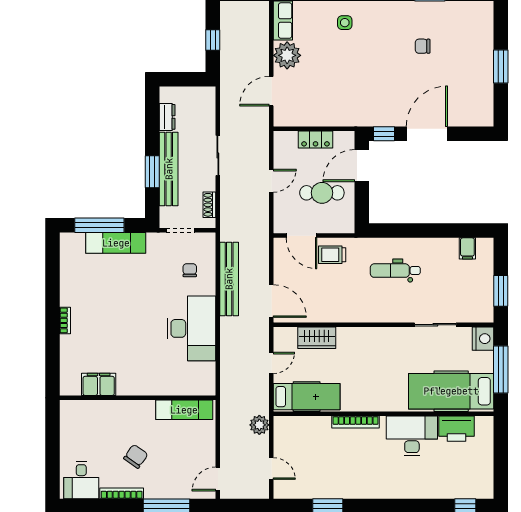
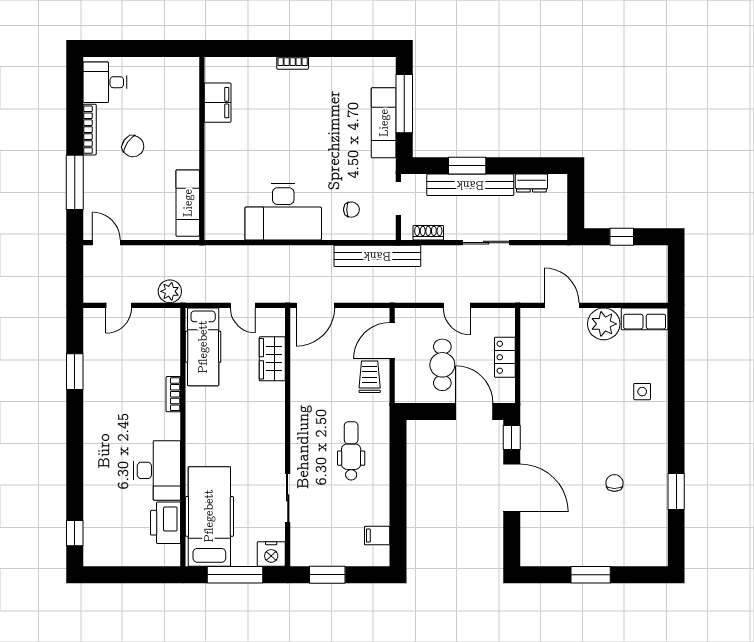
bench: (229, 279) -> (377, 256), moved
bookcase: (356, 422) -> (173, 394), width x0.64

